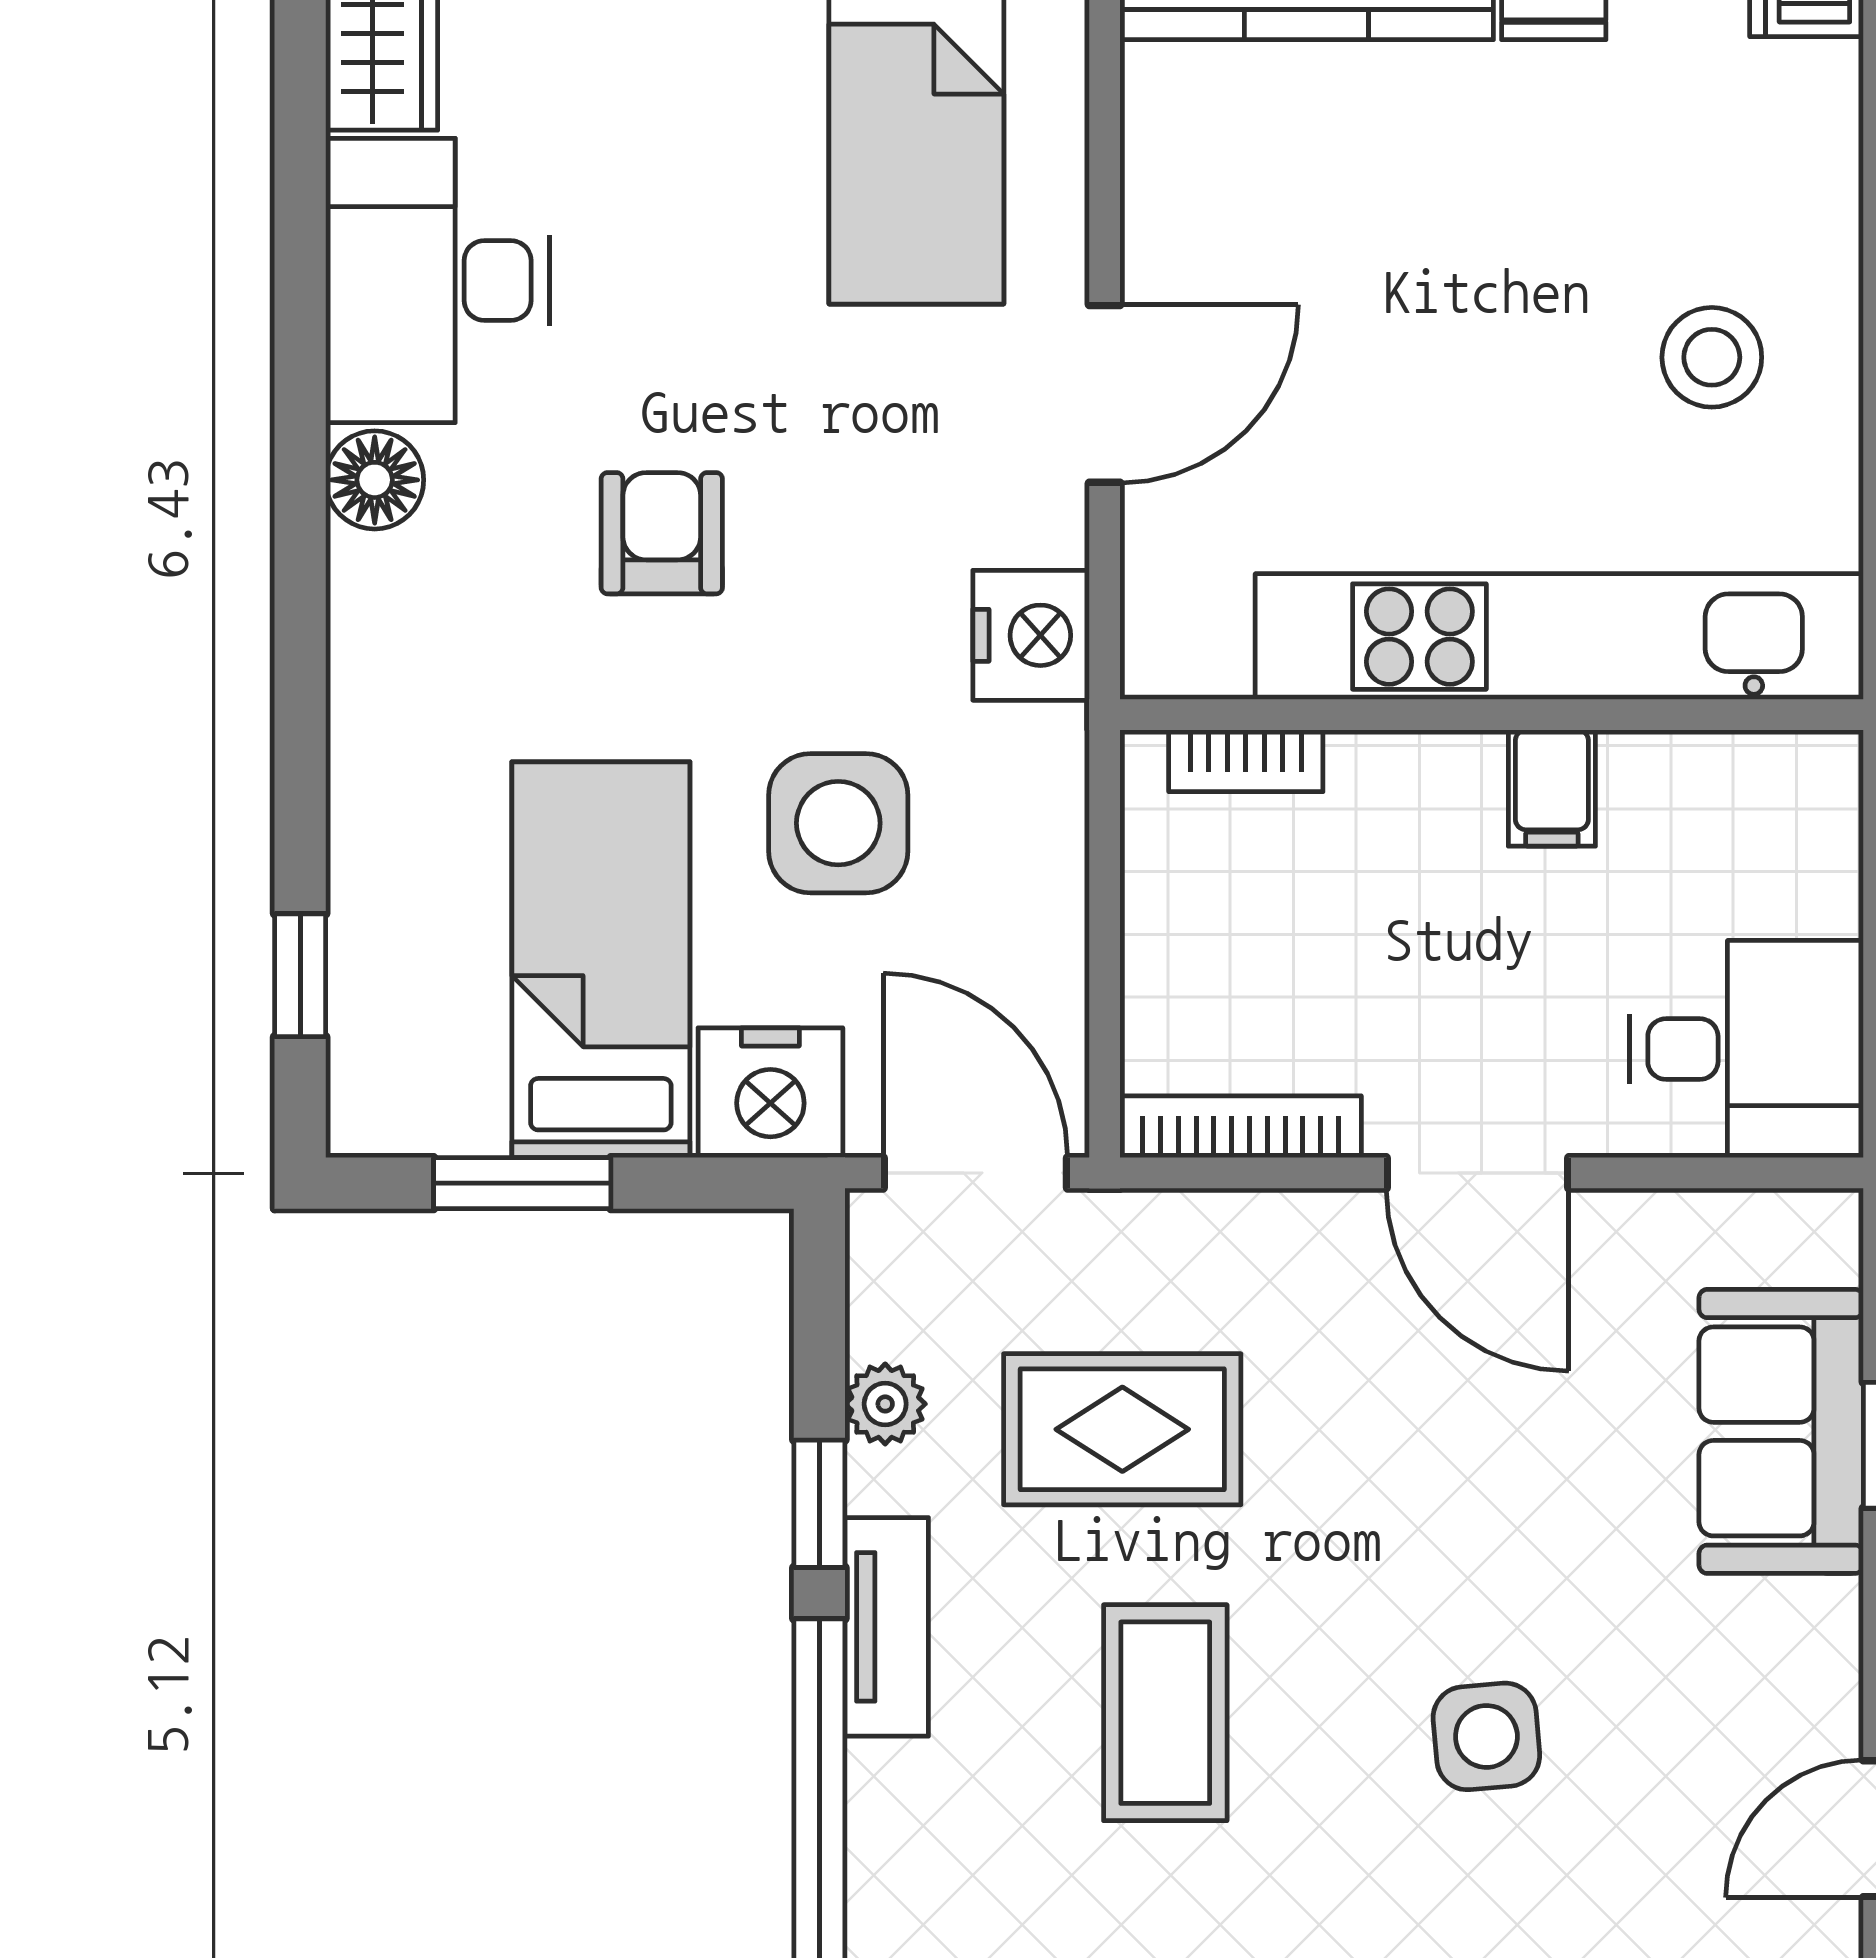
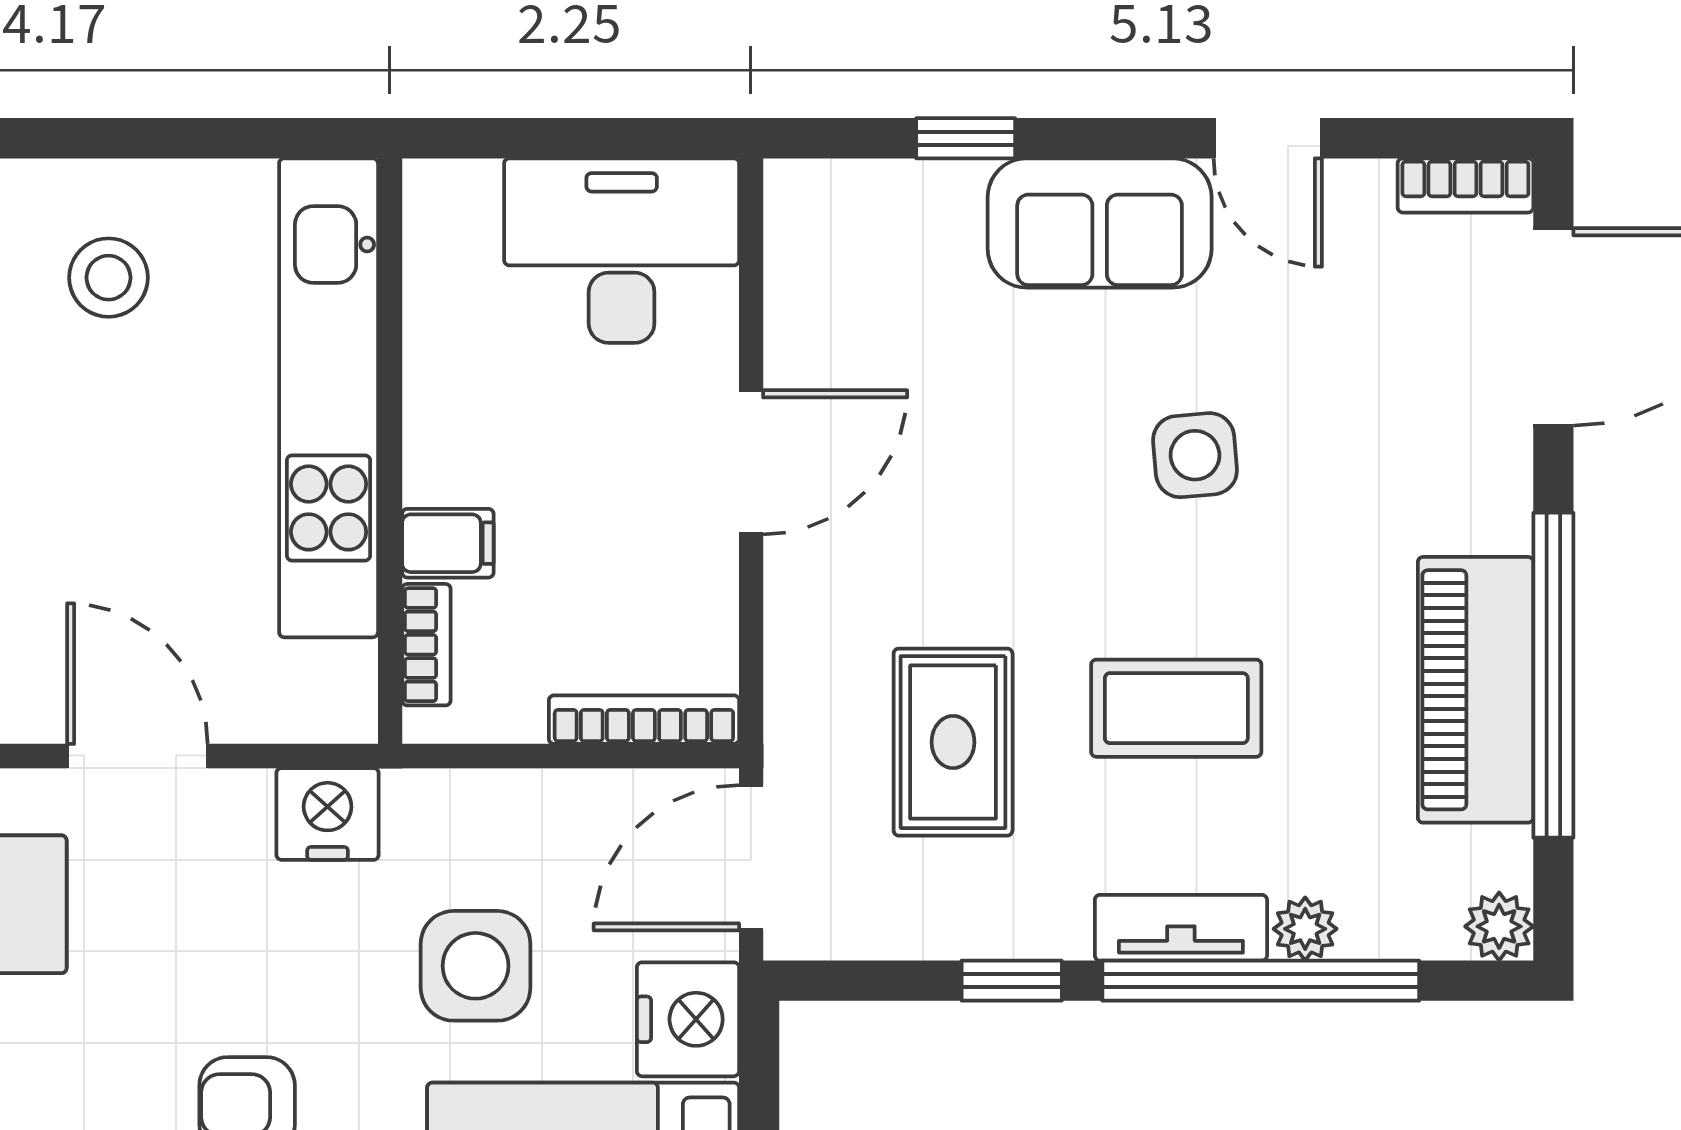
filing cabinet: (1552, 788) -> (448, 543), moved
desk: (1746, 1049) -> (622, 251), width x1.37
bookcase: (1241, 1127) -> (644, 720), moved, turned 90
plant: (885, 1404) -> (1305, 929), moved
sofa: (1781, 1431) -> (1100, 223), moved
tv unit: (887, 1627) -> (1181, 928), moved

